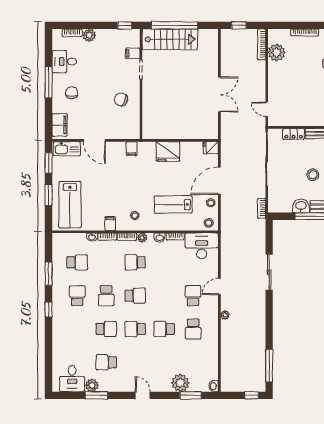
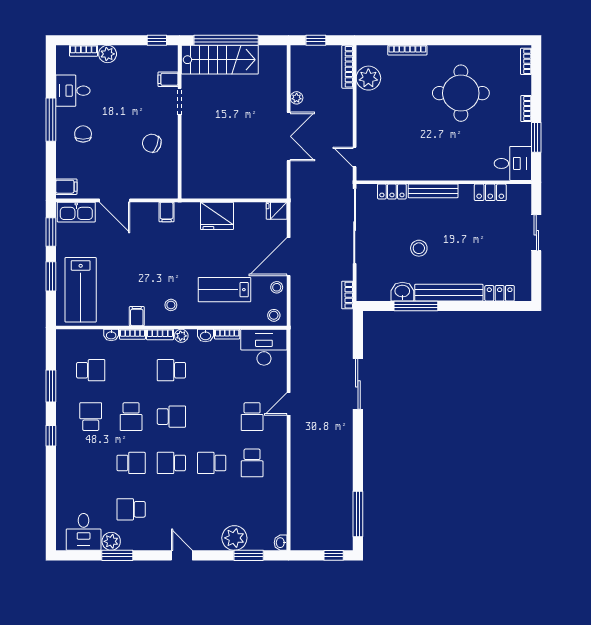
filing cabinet: (60, 125) -> (66, 187), width x0.50
school desk: (193, 296) -> (252, 417), turned 180
plant: (225, 315) -> (297, 98), moved

